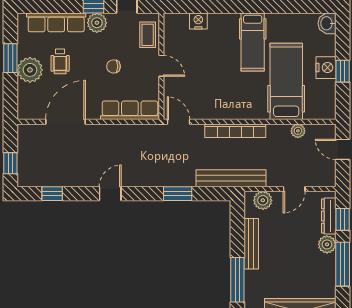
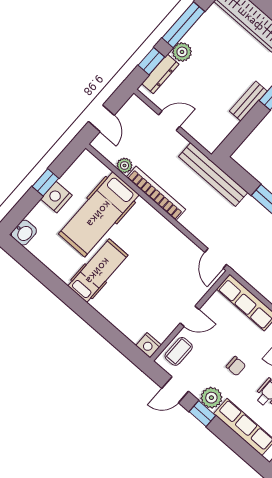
nightstand: (198, 21) -> (149, 345), moved
chair: (113, 66) -> (236, 366), moved
door: (161, 66) -> (190, 316), swing flipped
bookcase: (235, 131) -> (156, 193), moved
plant: (263, 200) -> (203, 134), removed
bench: (251, 244) -> (248, 101), width x0.73

